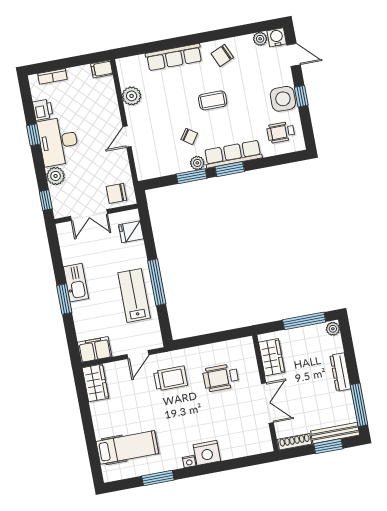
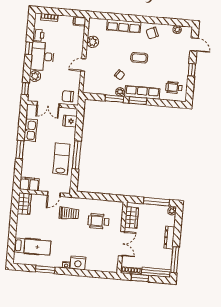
water cooler: (277, 37) -> (187, 31), removed
side table: (283, 99) -> (181, 68), removed
kitchen sink: (76, 283) -> (30, 130), moved
window: (328, 446) -> (140, 278), moved

